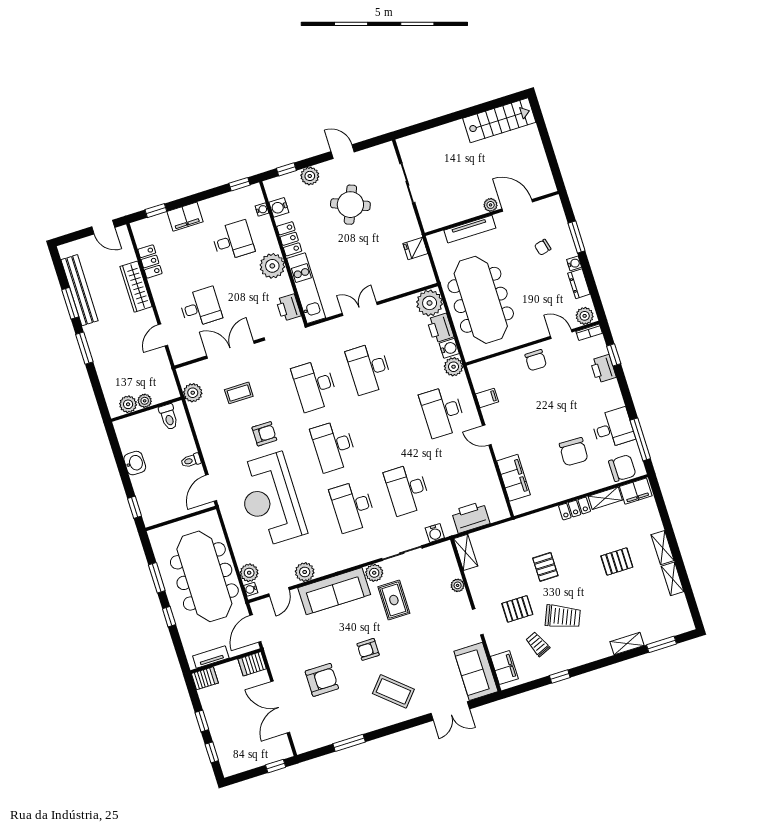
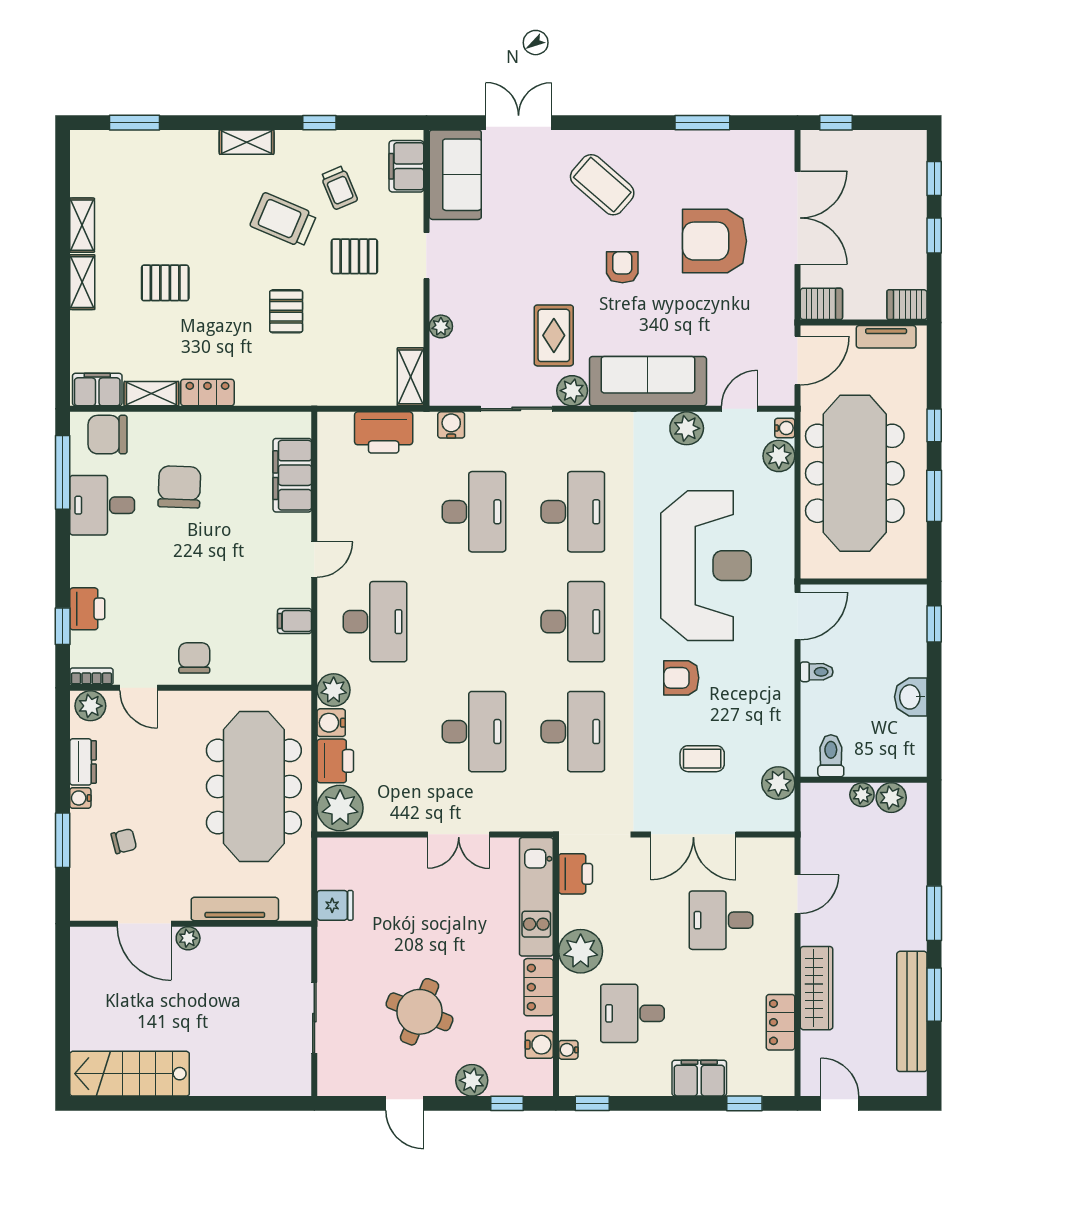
door: (487, 435) -> (314, 559), hinge flipped
shelving: (627, 644) -> (247, 142), moved
armchair: (368, 649) -> (622, 267), turned -90
armchair: (322, 680) -> (715, 241), width x1.36, depth x1.36

